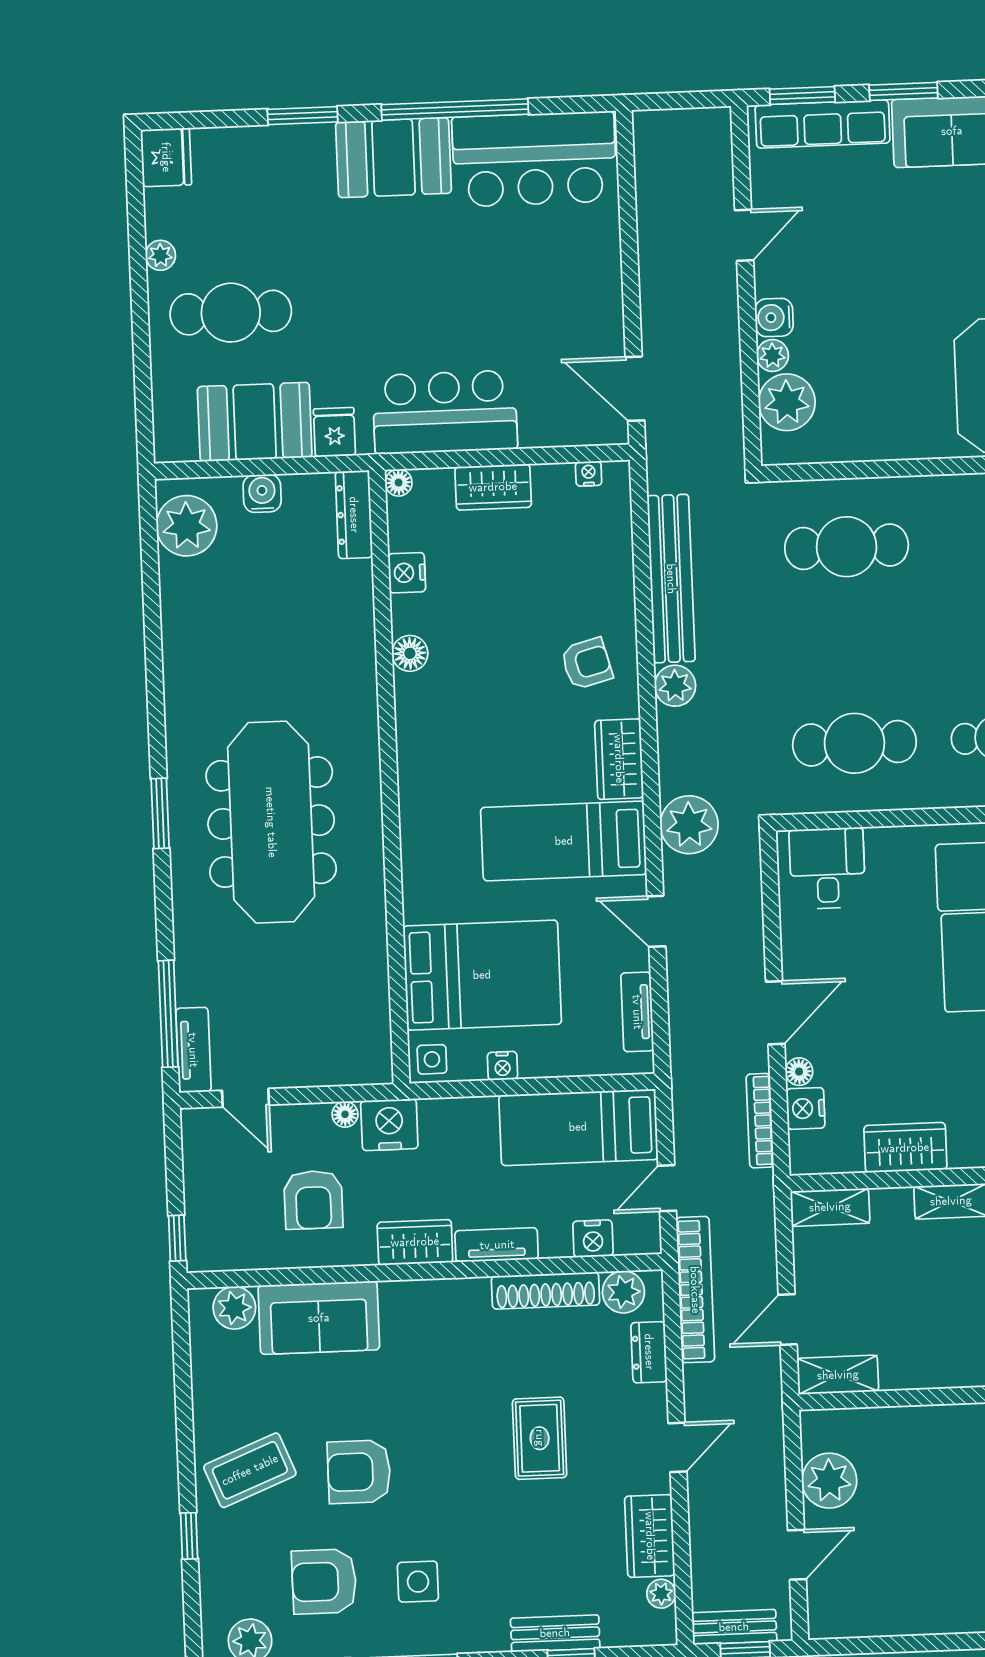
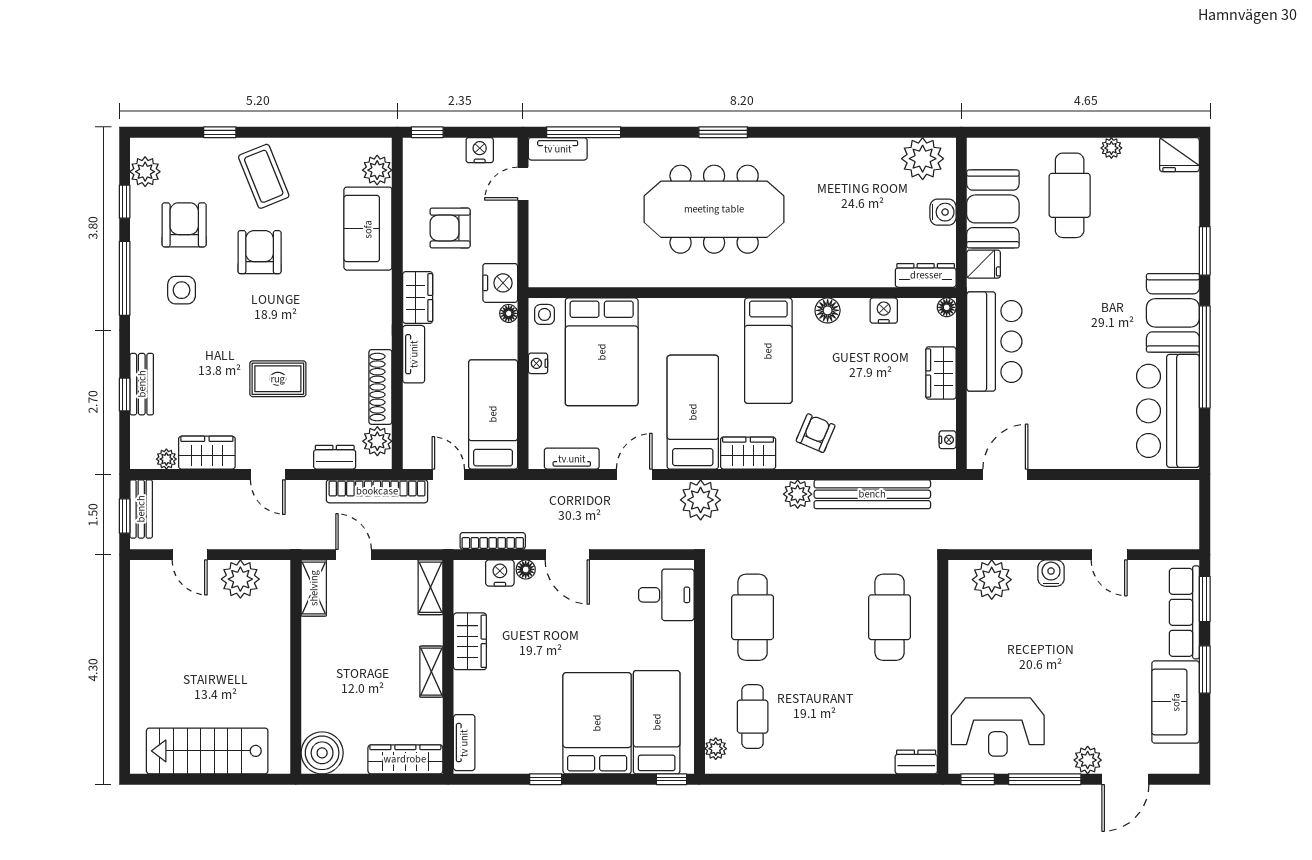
plant: (772, 355) -> (1025, 571), removed
armchair: (587, 663) -> (816, 433), turned -142
bed: (471, 736) -> (768, 351), added
floor lamp: (345, 1114) -> (509, 313), moved
nightstand: (593, 1239) -> (480, 150), moved, turned 90

